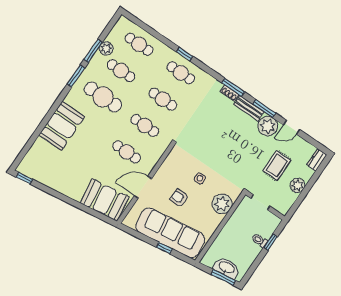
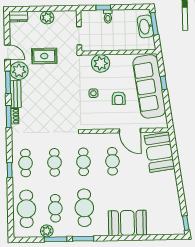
cafe table: (139, 44) -> (26, 209), width x1.37, depth x1.35
rug: (277, 165) -> (44, 56), moved

